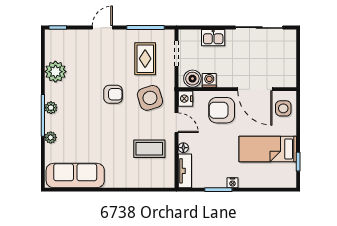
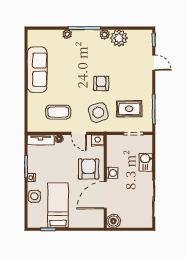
door: (102, 28) -> (154, 63), moved
boiler: (192, 79) -> (113, 221), moved
washing machine: (209, 80) -> (112, 173), moved
armchair: (113, 94) -> (101, 83), turned 180
plant: (51, 108) -> (105, 34), moved
side table: (283, 108) -> (34, 196), moved
door: (176, 123) -> (79, 133), hinge flipped
coffee table: (149, 149) -> (58, 112), turned 90
sofa: (75, 176) -> (37, 70), moved

